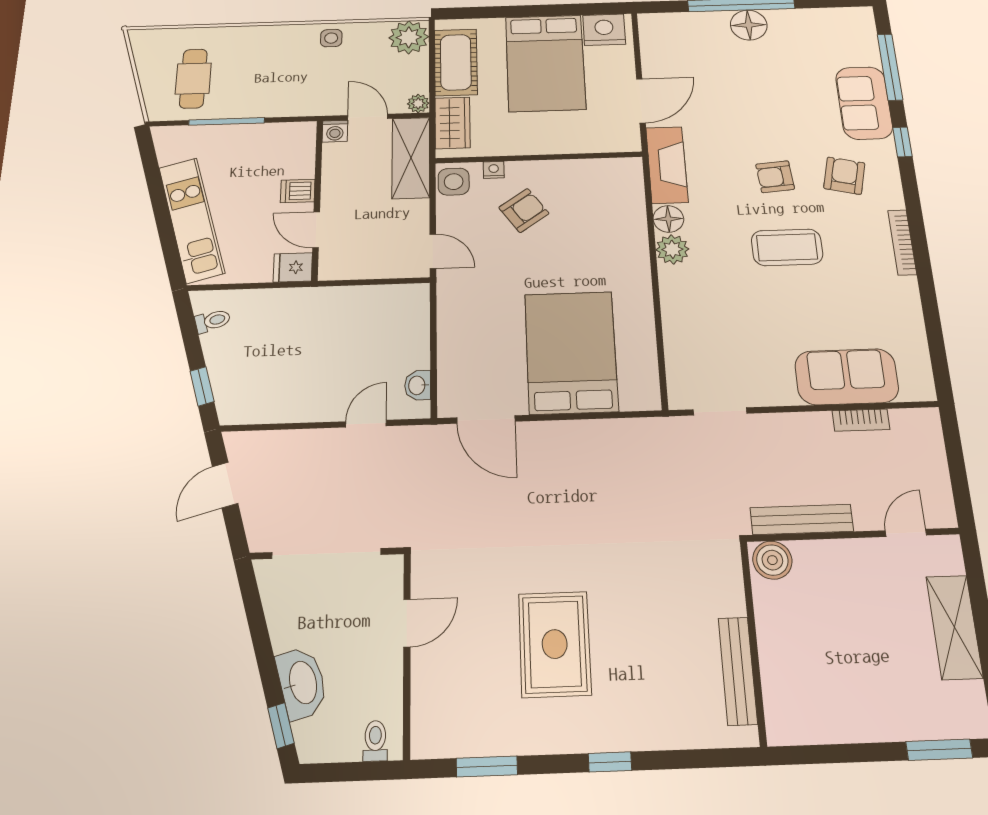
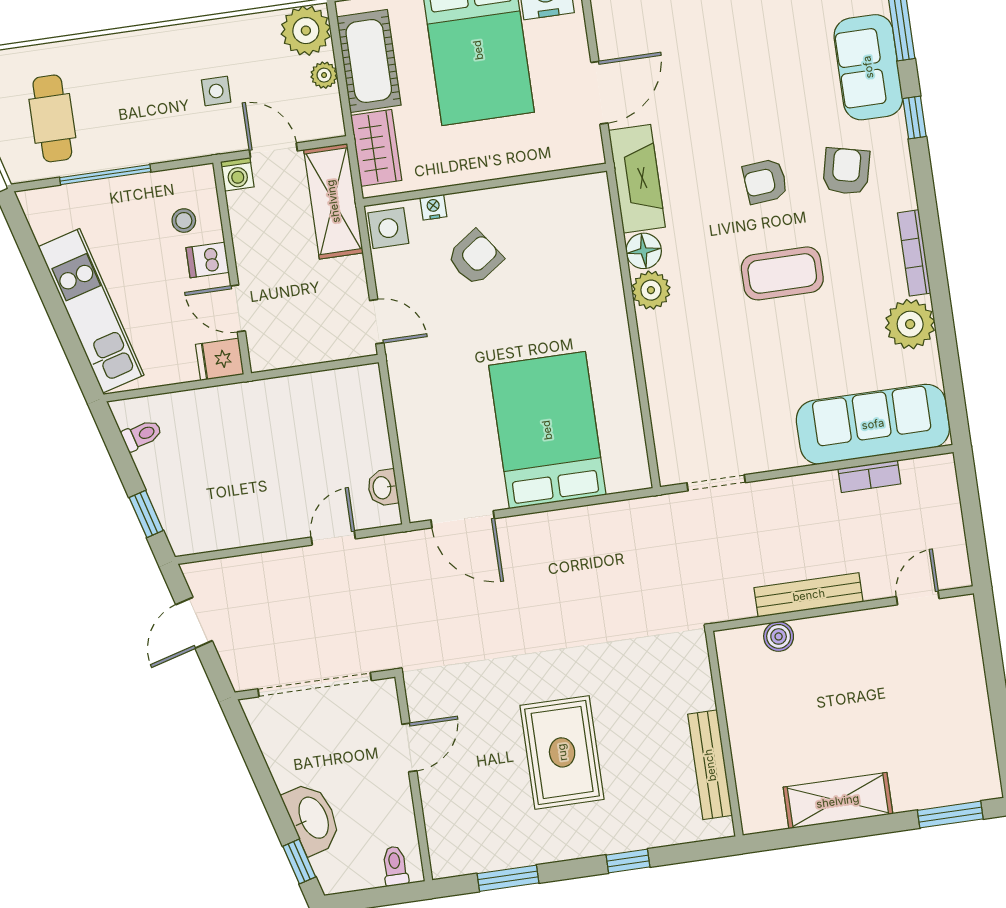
side table: (331, 38) -> (216, 91), moved
plant: (418, 103) -> (324, 75), moved
stool: (284, 160) -> (184, 221), added
plant: (899, 298) -> (910, 324), added
sofa: (847, 377) -> (873, 424), width x1.36
boiler: (772, 560) -> (779, 636), width x0.73, depth x0.73
shelving: (954, 627) -> (838, 801), moved, turned 90
wall: (753, 641) -> (724, 734), moved
bench: (738, 671) -> (710, 765), moved

